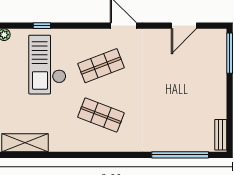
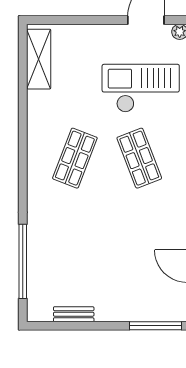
bench: (221, 135) -> (74, 314), moved

